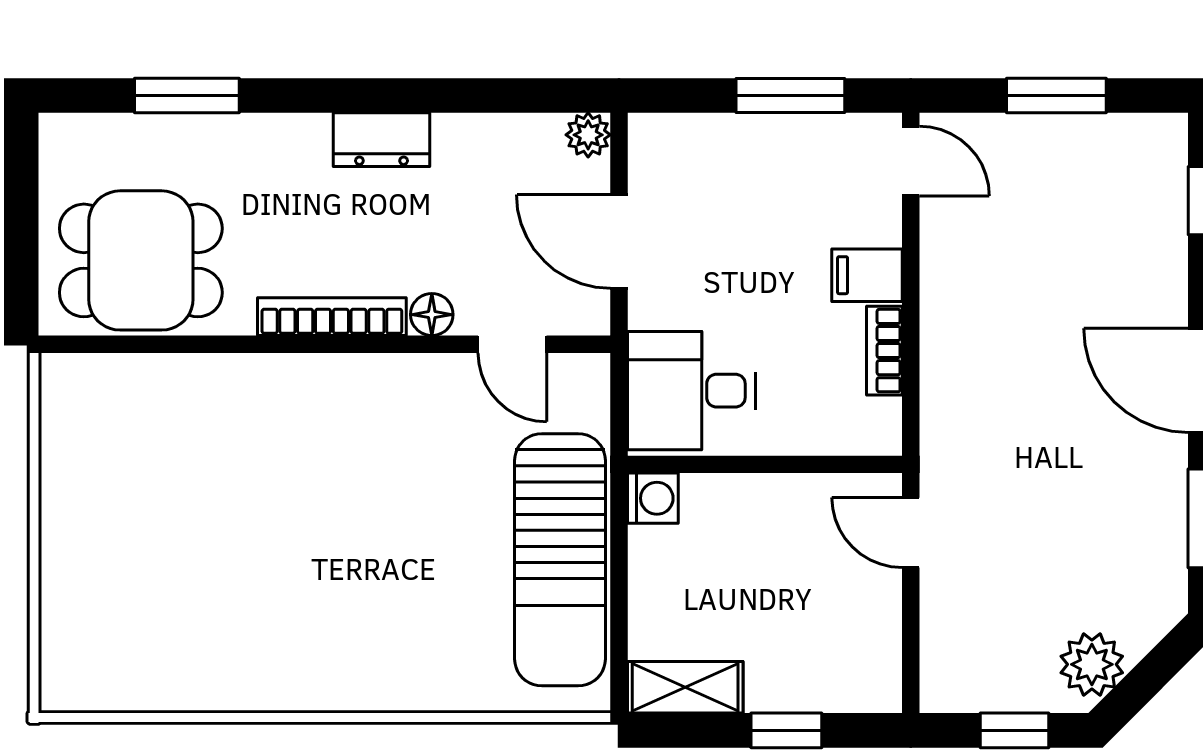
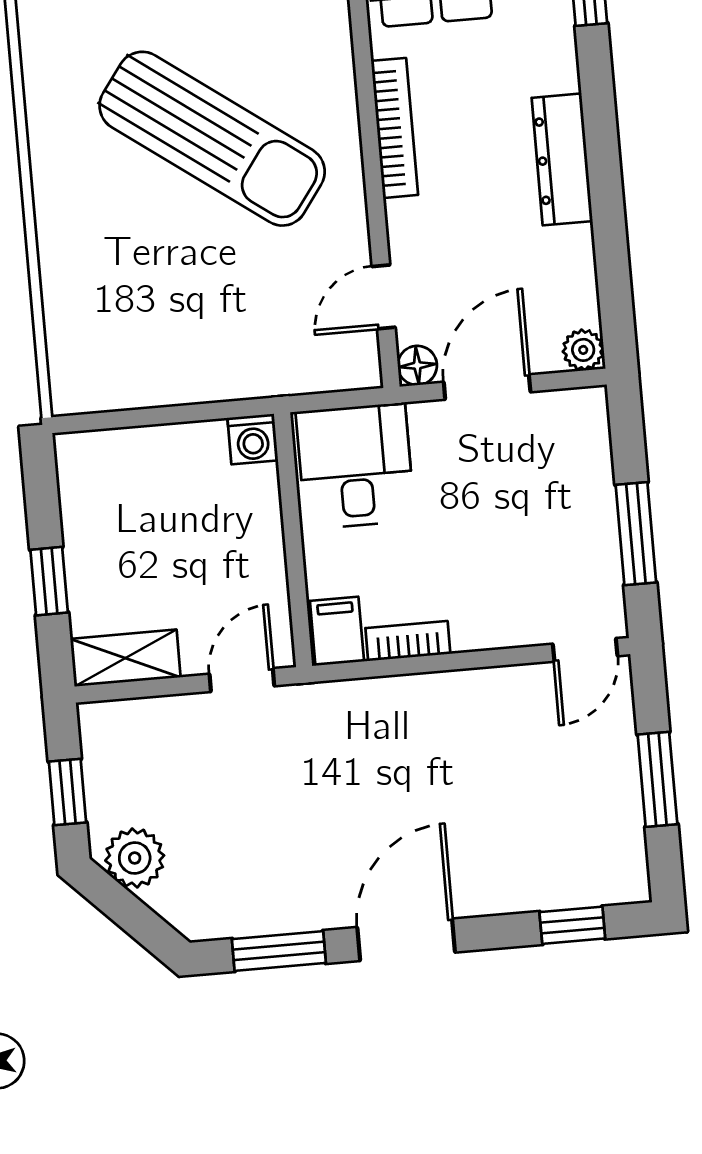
dresser: (381, 140) -> (562, 159), width x1.44
filing cabinet: (867, 275) -> (337, 631), moved
floor lamp: (432, 315) -> (417, 365), moved
sun lounger: (560, 560) -> (212, 139), moved, turned -144
shelving: (685, 687) -> (125, 658), moved, turned 90

